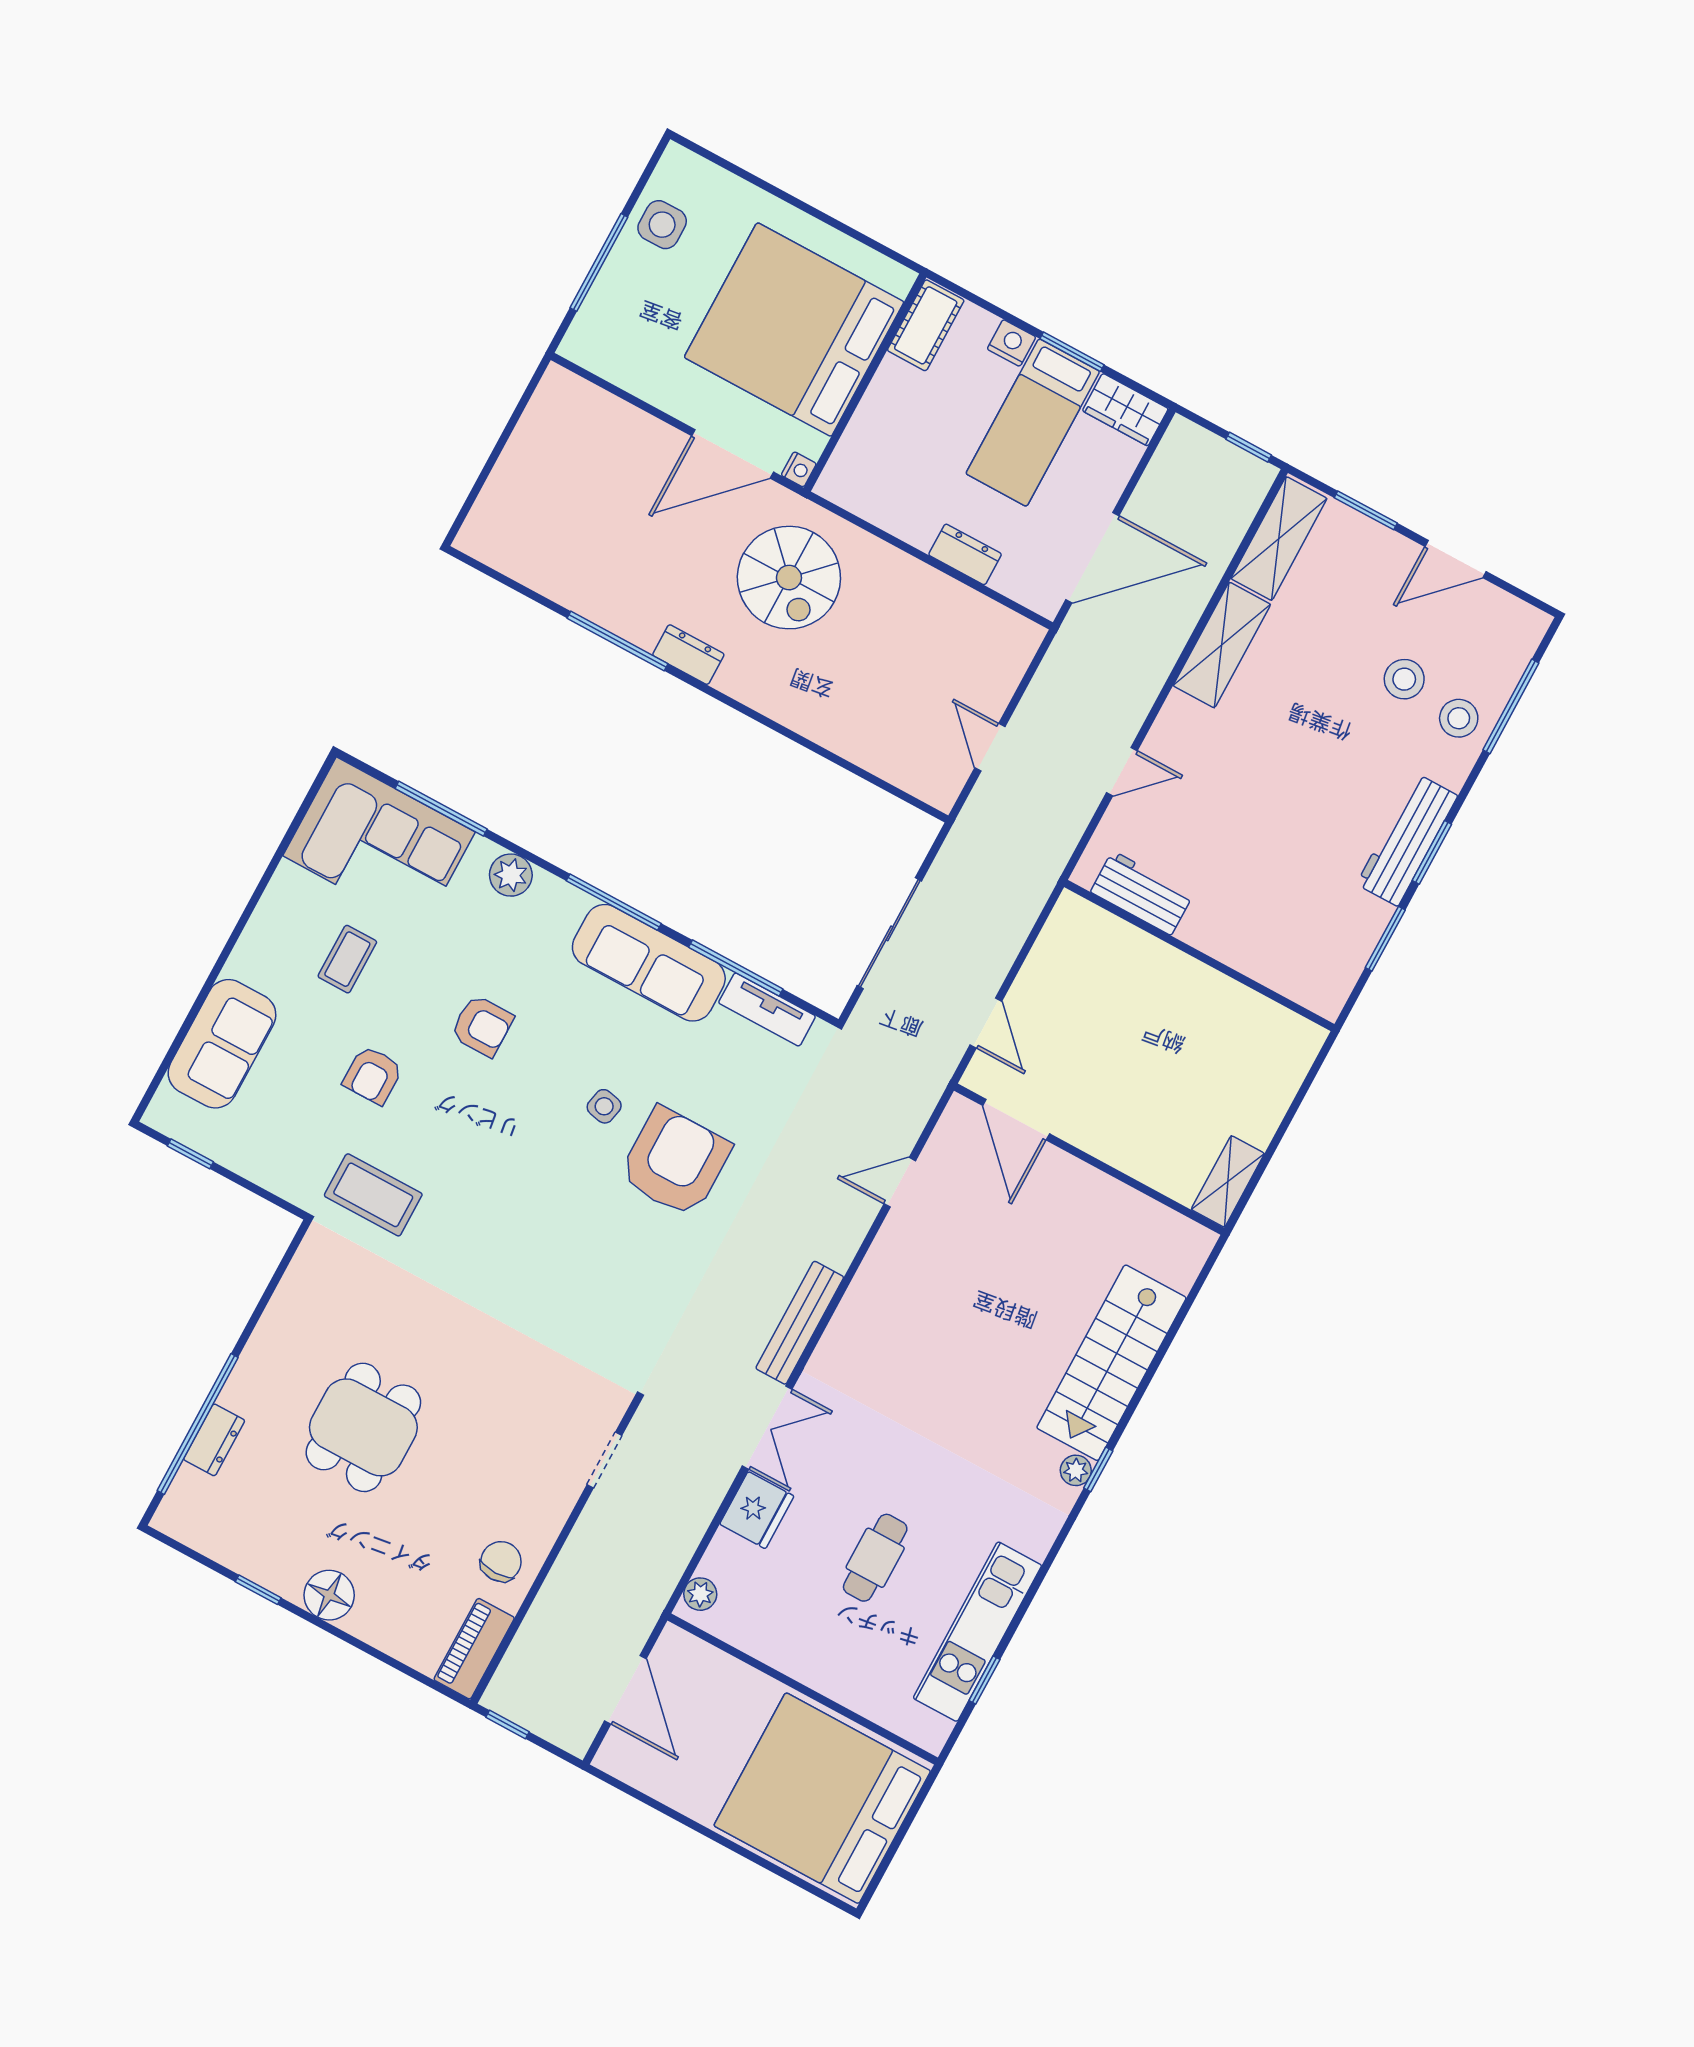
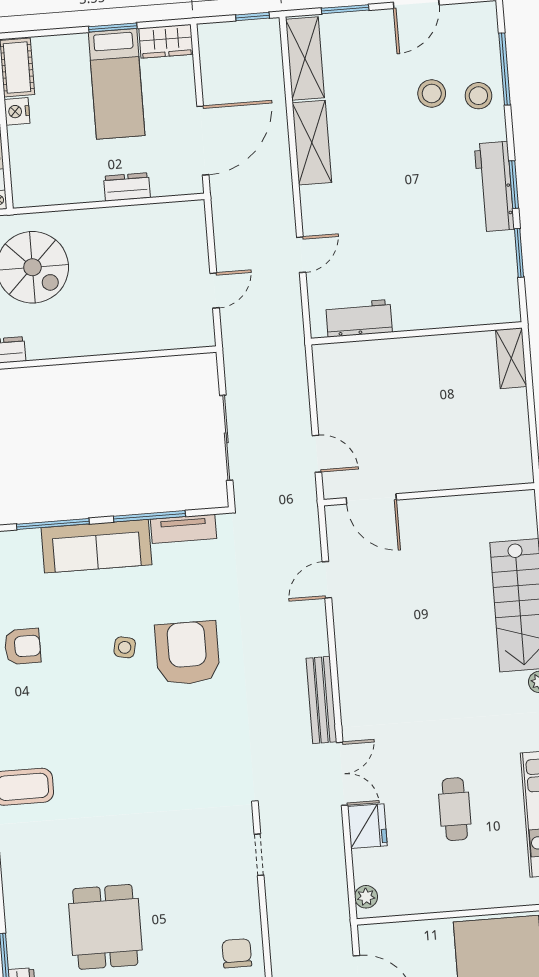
nightstand: (1011, 343) -> (17, 111), moved, turned -90
door: (990, 747) -> (215, 291), swing flipped
shelving: (1228, 1181) -> (511, 358), moved

